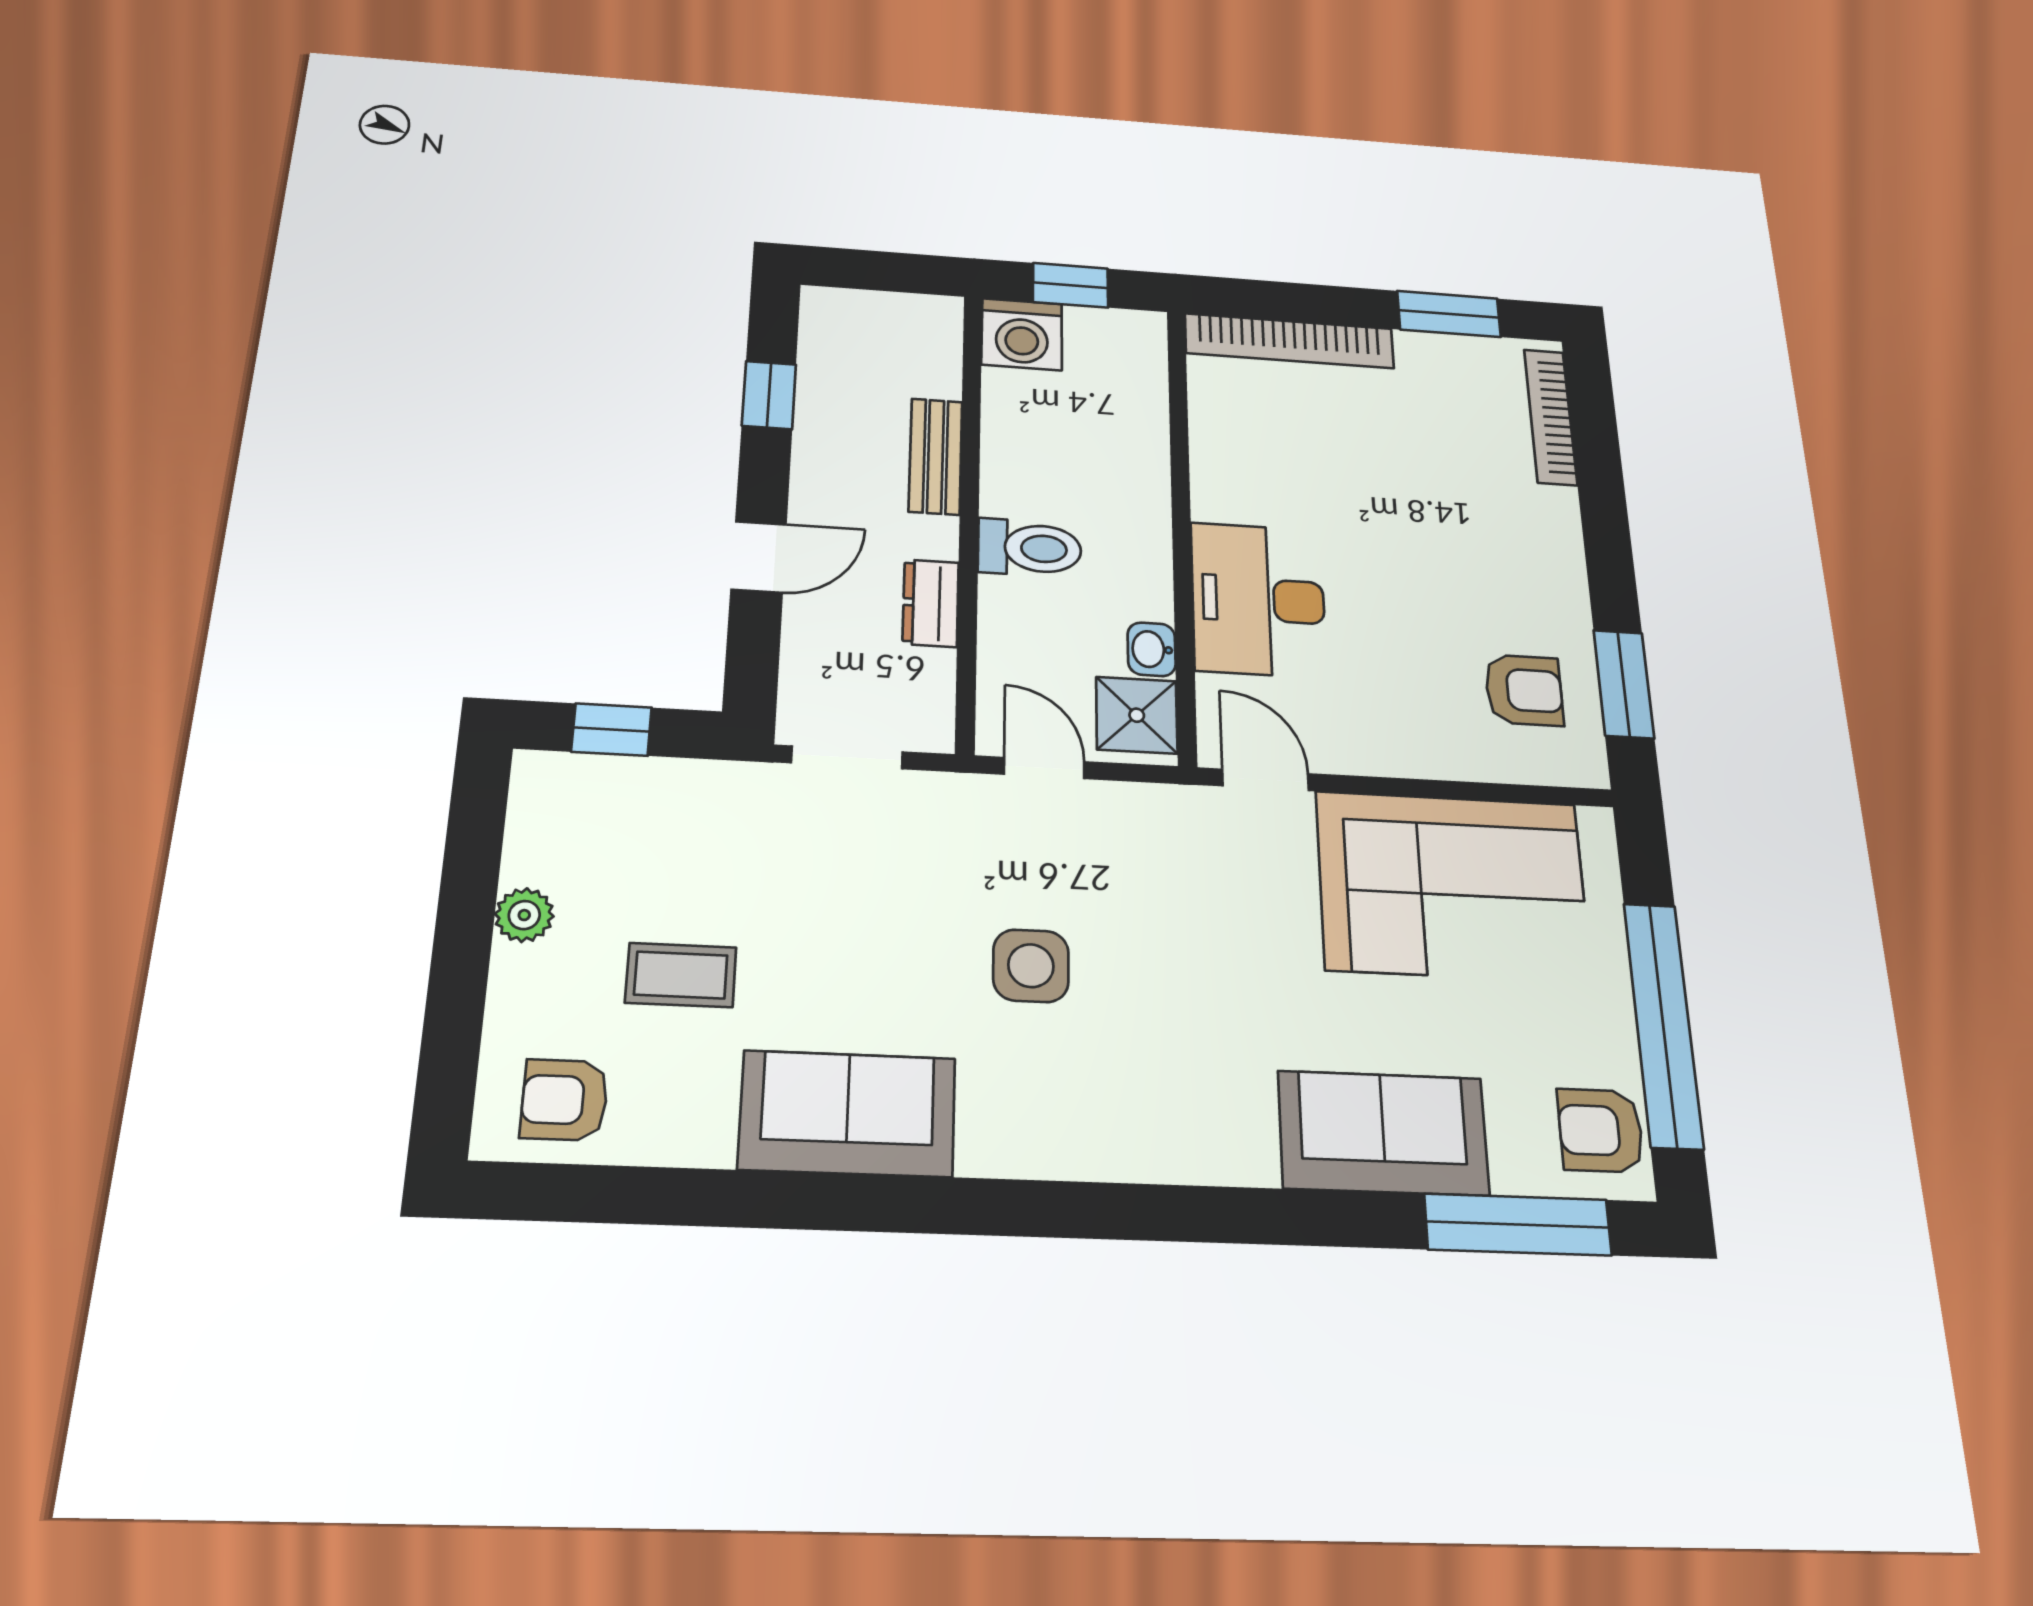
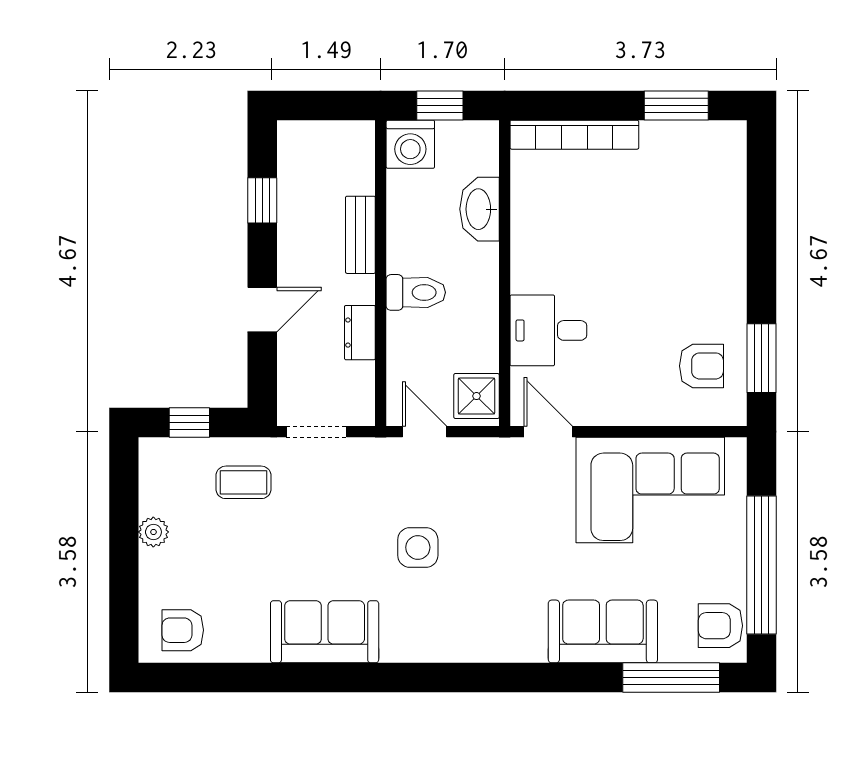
bookcase: (1550, 417) -> (735, 177), removed
desk: (1258, 600) -> (548, 330), width x0.73
washbasin: (1152, 649) -> (480, 209), moved, width x1.91, depth x1.45
coffee table: (681, 975) -> (243, 482), moved

